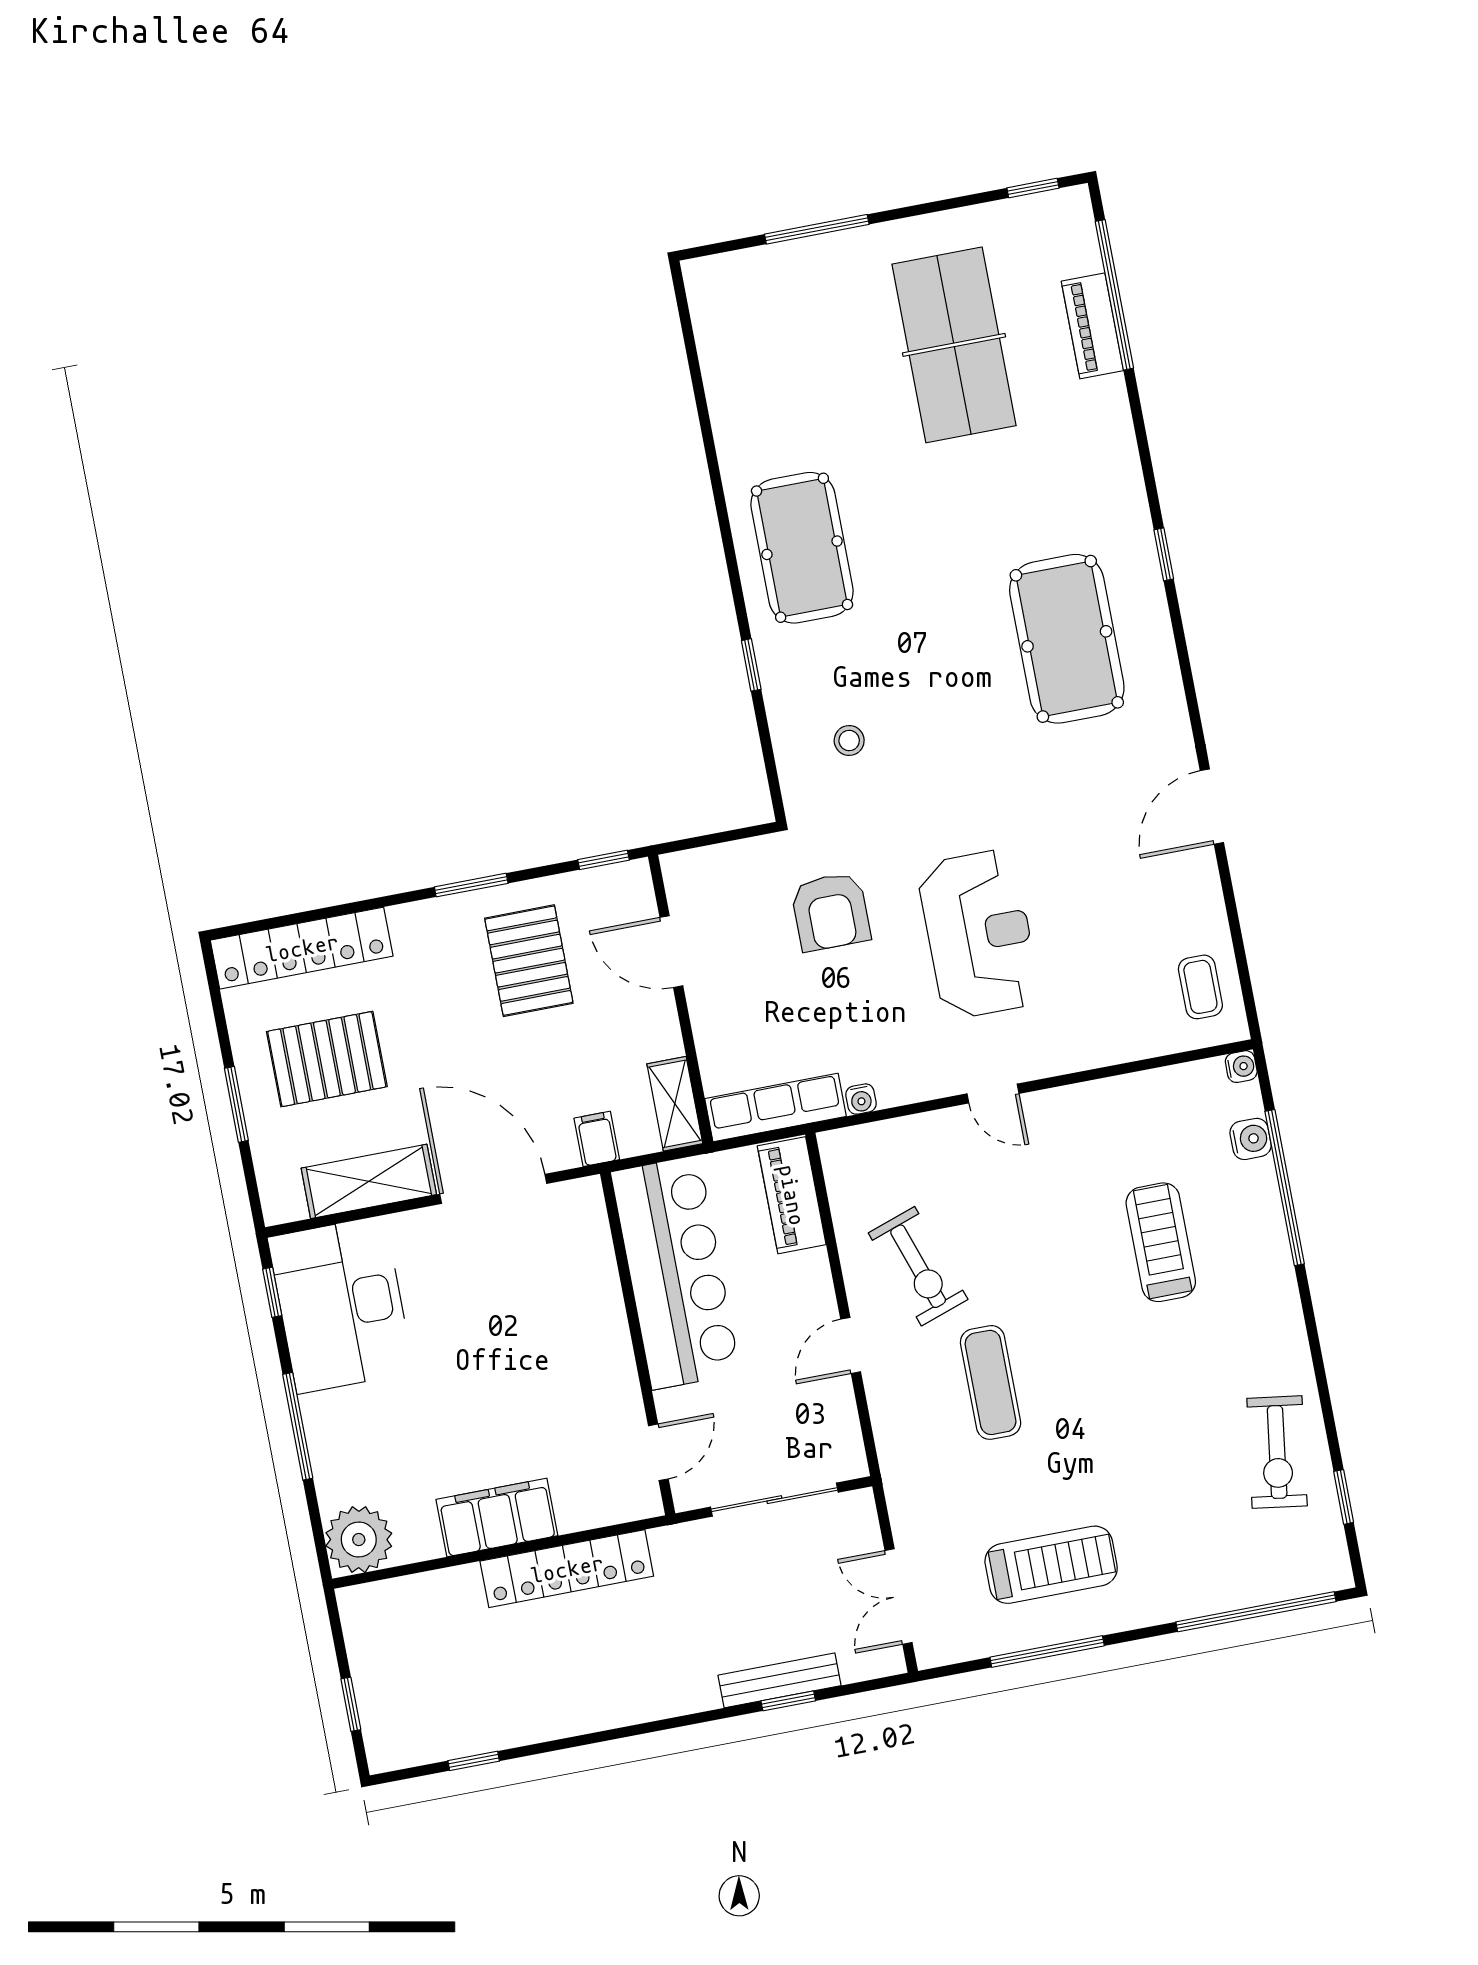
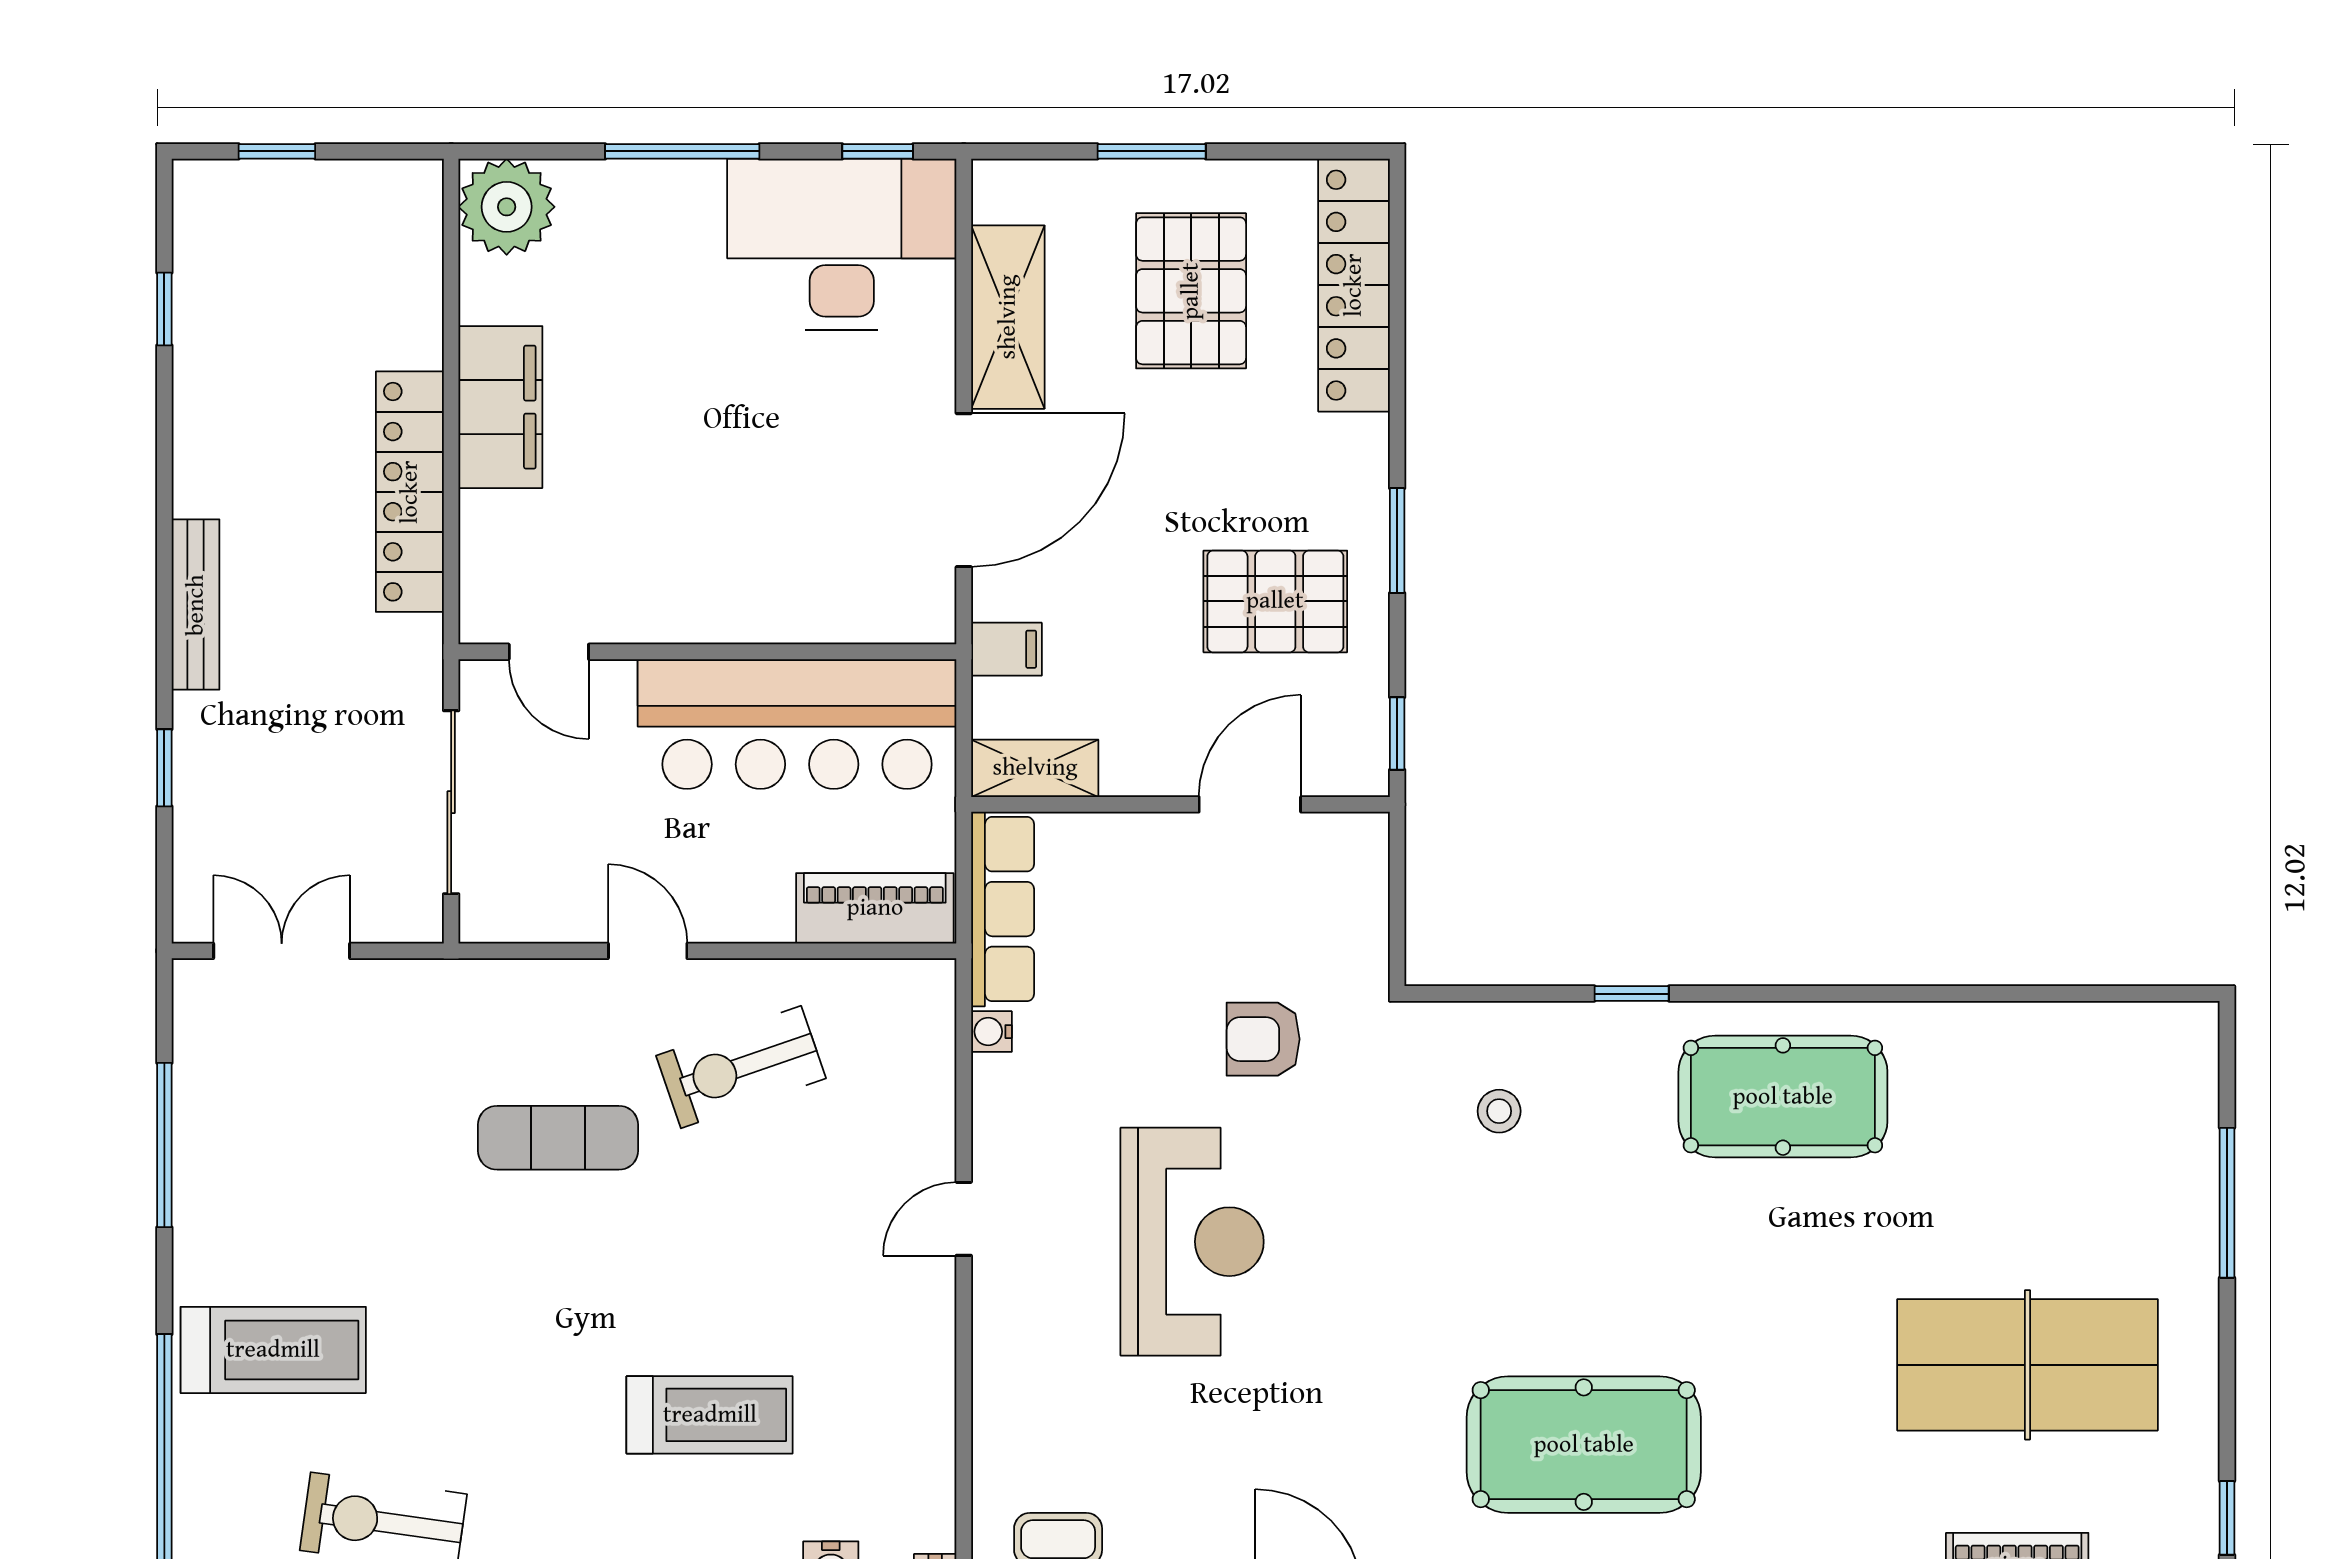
armchair: (831, 912) -> (1263, 1039), width x0.72, depth x0.72
reception desk: (979, 934) -> (1192, 1242), turned -90
treadmill: (1051, 1565) -> (273, 1350), moved, turned -90
bench: (780, 1680) -> (196, 605), moved

